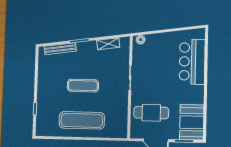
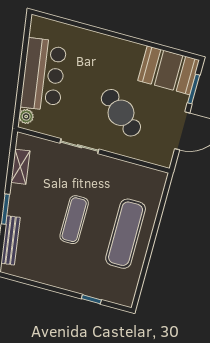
bar counter: (192, 62) -> (44, 74), moved, turned -98
cafe table: (151, 113) -> (121, 113), moved, turned -51

